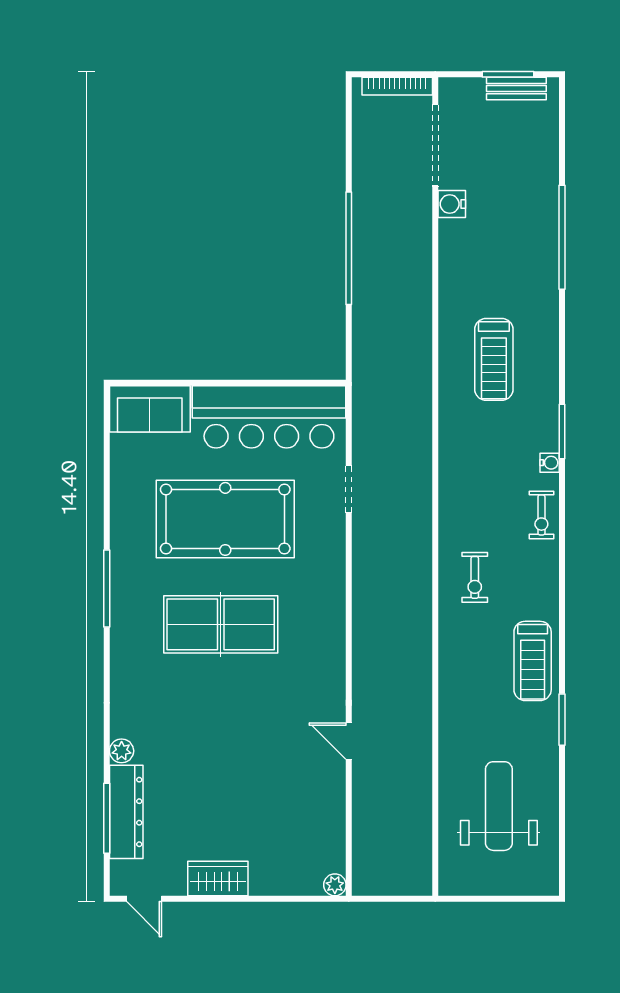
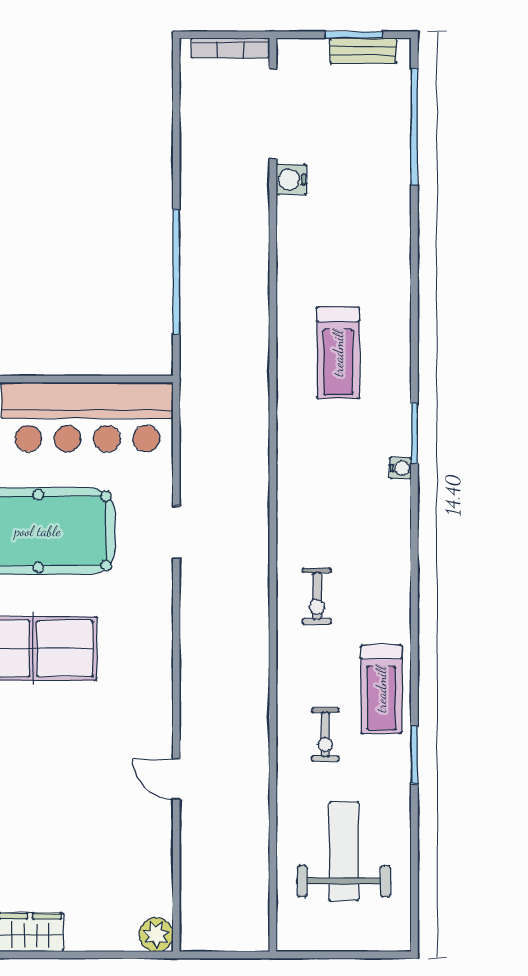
window: (562, 237) -> (414, 127), moved
window: (349, 248) -> (176, 272), moved
doorway: (349, 489) -> (176, 532), moved
exercise bike: (541, 515) -> (325, 735), moved
plant: (335, 885) -> (156, 935), width x1.38, depth x1.38

